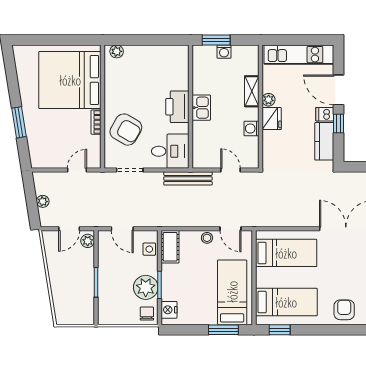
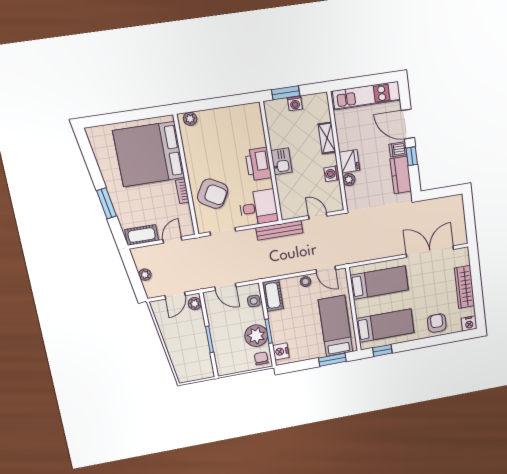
plant: (269, 100) -> (349, 180), moved
cot: (47, 160) -> (142, 235), added

